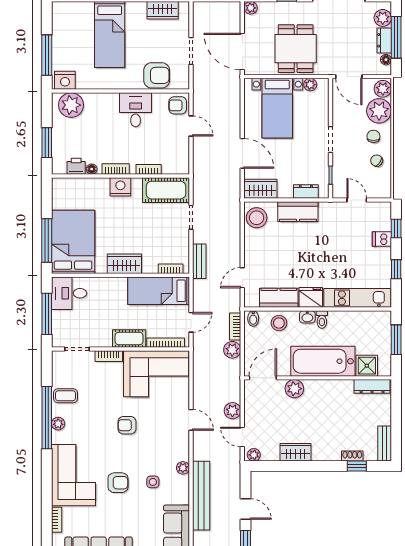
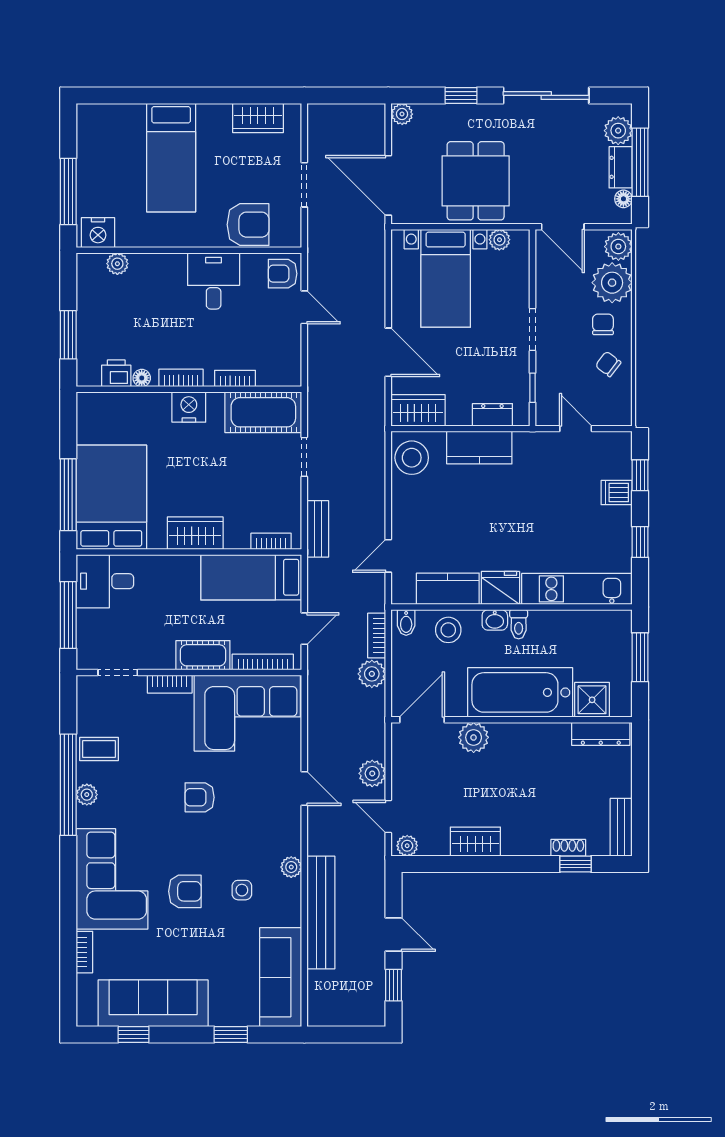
plant: (71, 105) -> (117, 264), width x0.53, depth x0.53

